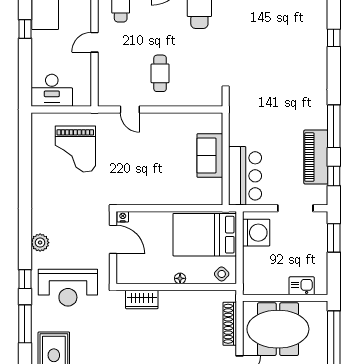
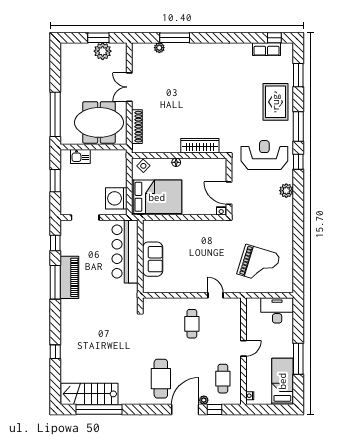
window: (25, 29) -> (298, 359), width x2.17
grand piano: (75, 149) -> (259, 264), turned 107
piano: (316, 157) -> (69, 277), moved
bar counter: (245, 176) -> (125, 251), width x1.36
window: (334, 238) -> (55, 181), moved
wardrobe: (142, 299) -> (200, 146), width x1.50

